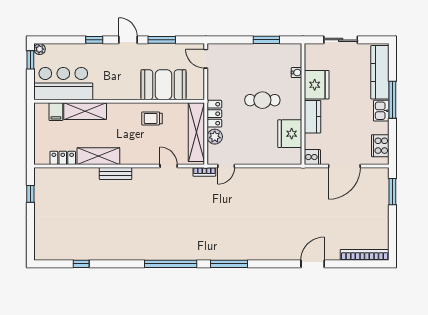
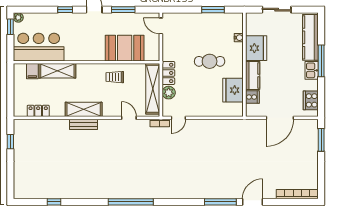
shelving: (98, 156) -> (84, 109), moved
cooker: (312, 157) -> (252, 97), moved
window: (229, 264) -> (220, 202), moved

